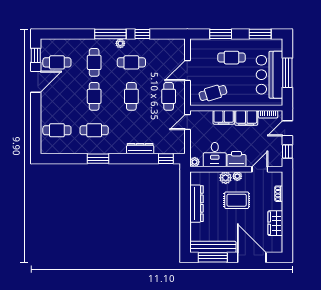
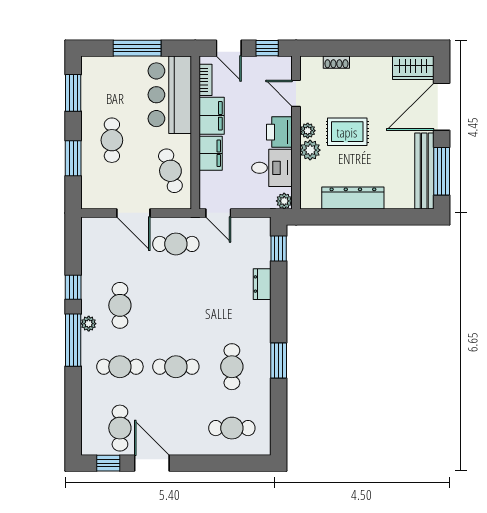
bar counter: (270, 75) -> (170, 95), moved, turned 90
cafe table: (131, 96) -> (176, 305), removed
cafe table: (57, 130) -> (232, 428), turned 90
dresser: (140, 149) -> (262, 284), width x0.70
rug: (237, 200) -> (347, 132), turned 90
wardrobe: (275, 223) -> (413, 68), moved

